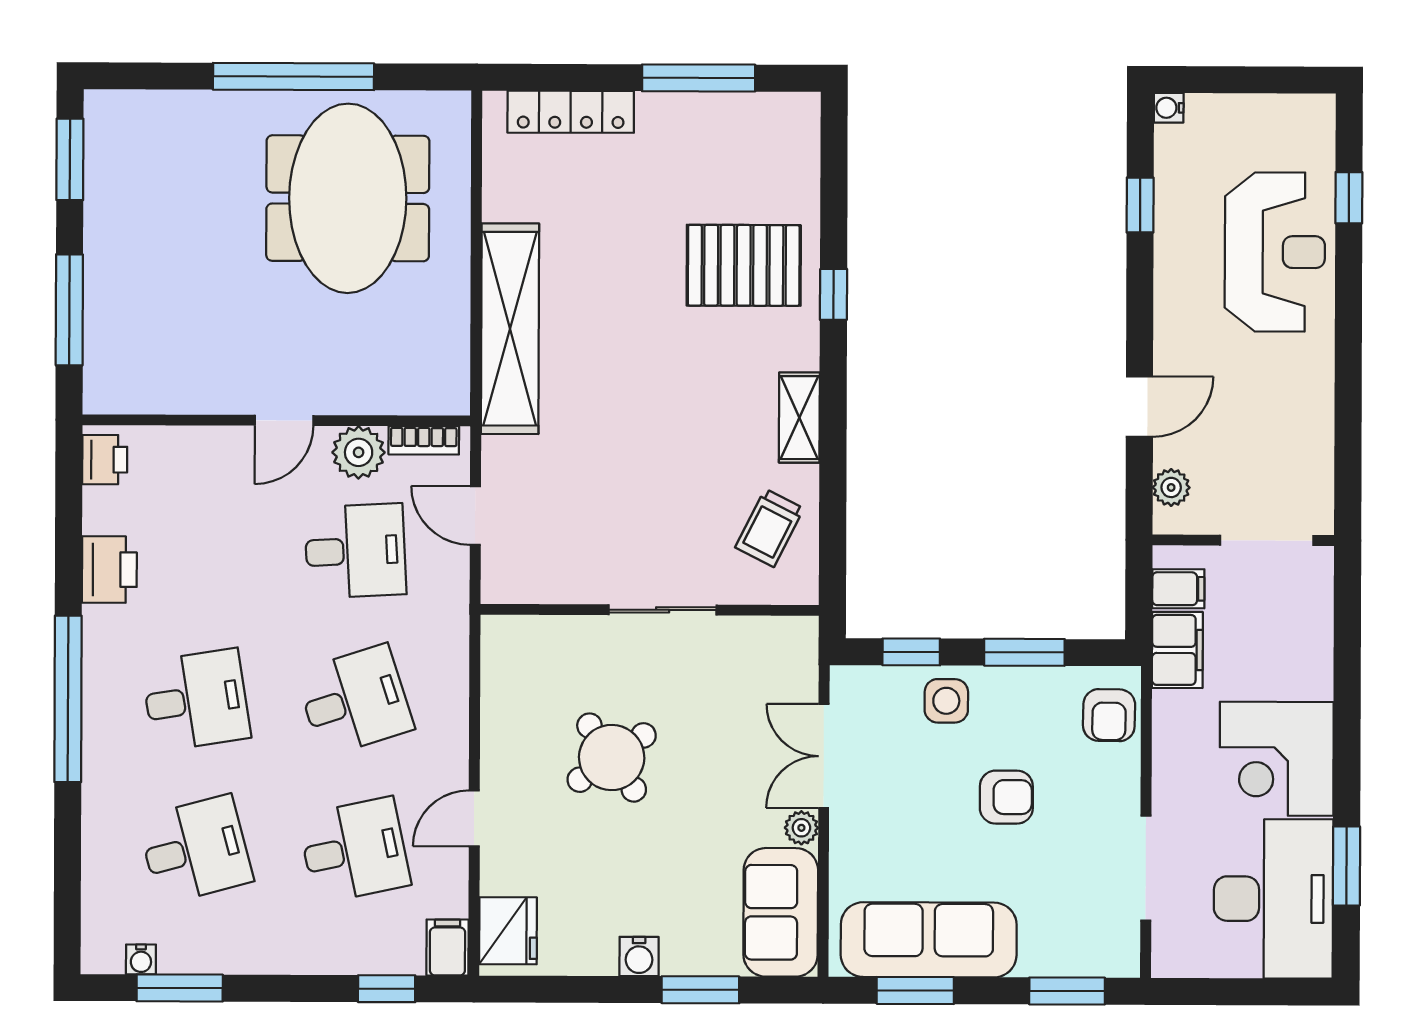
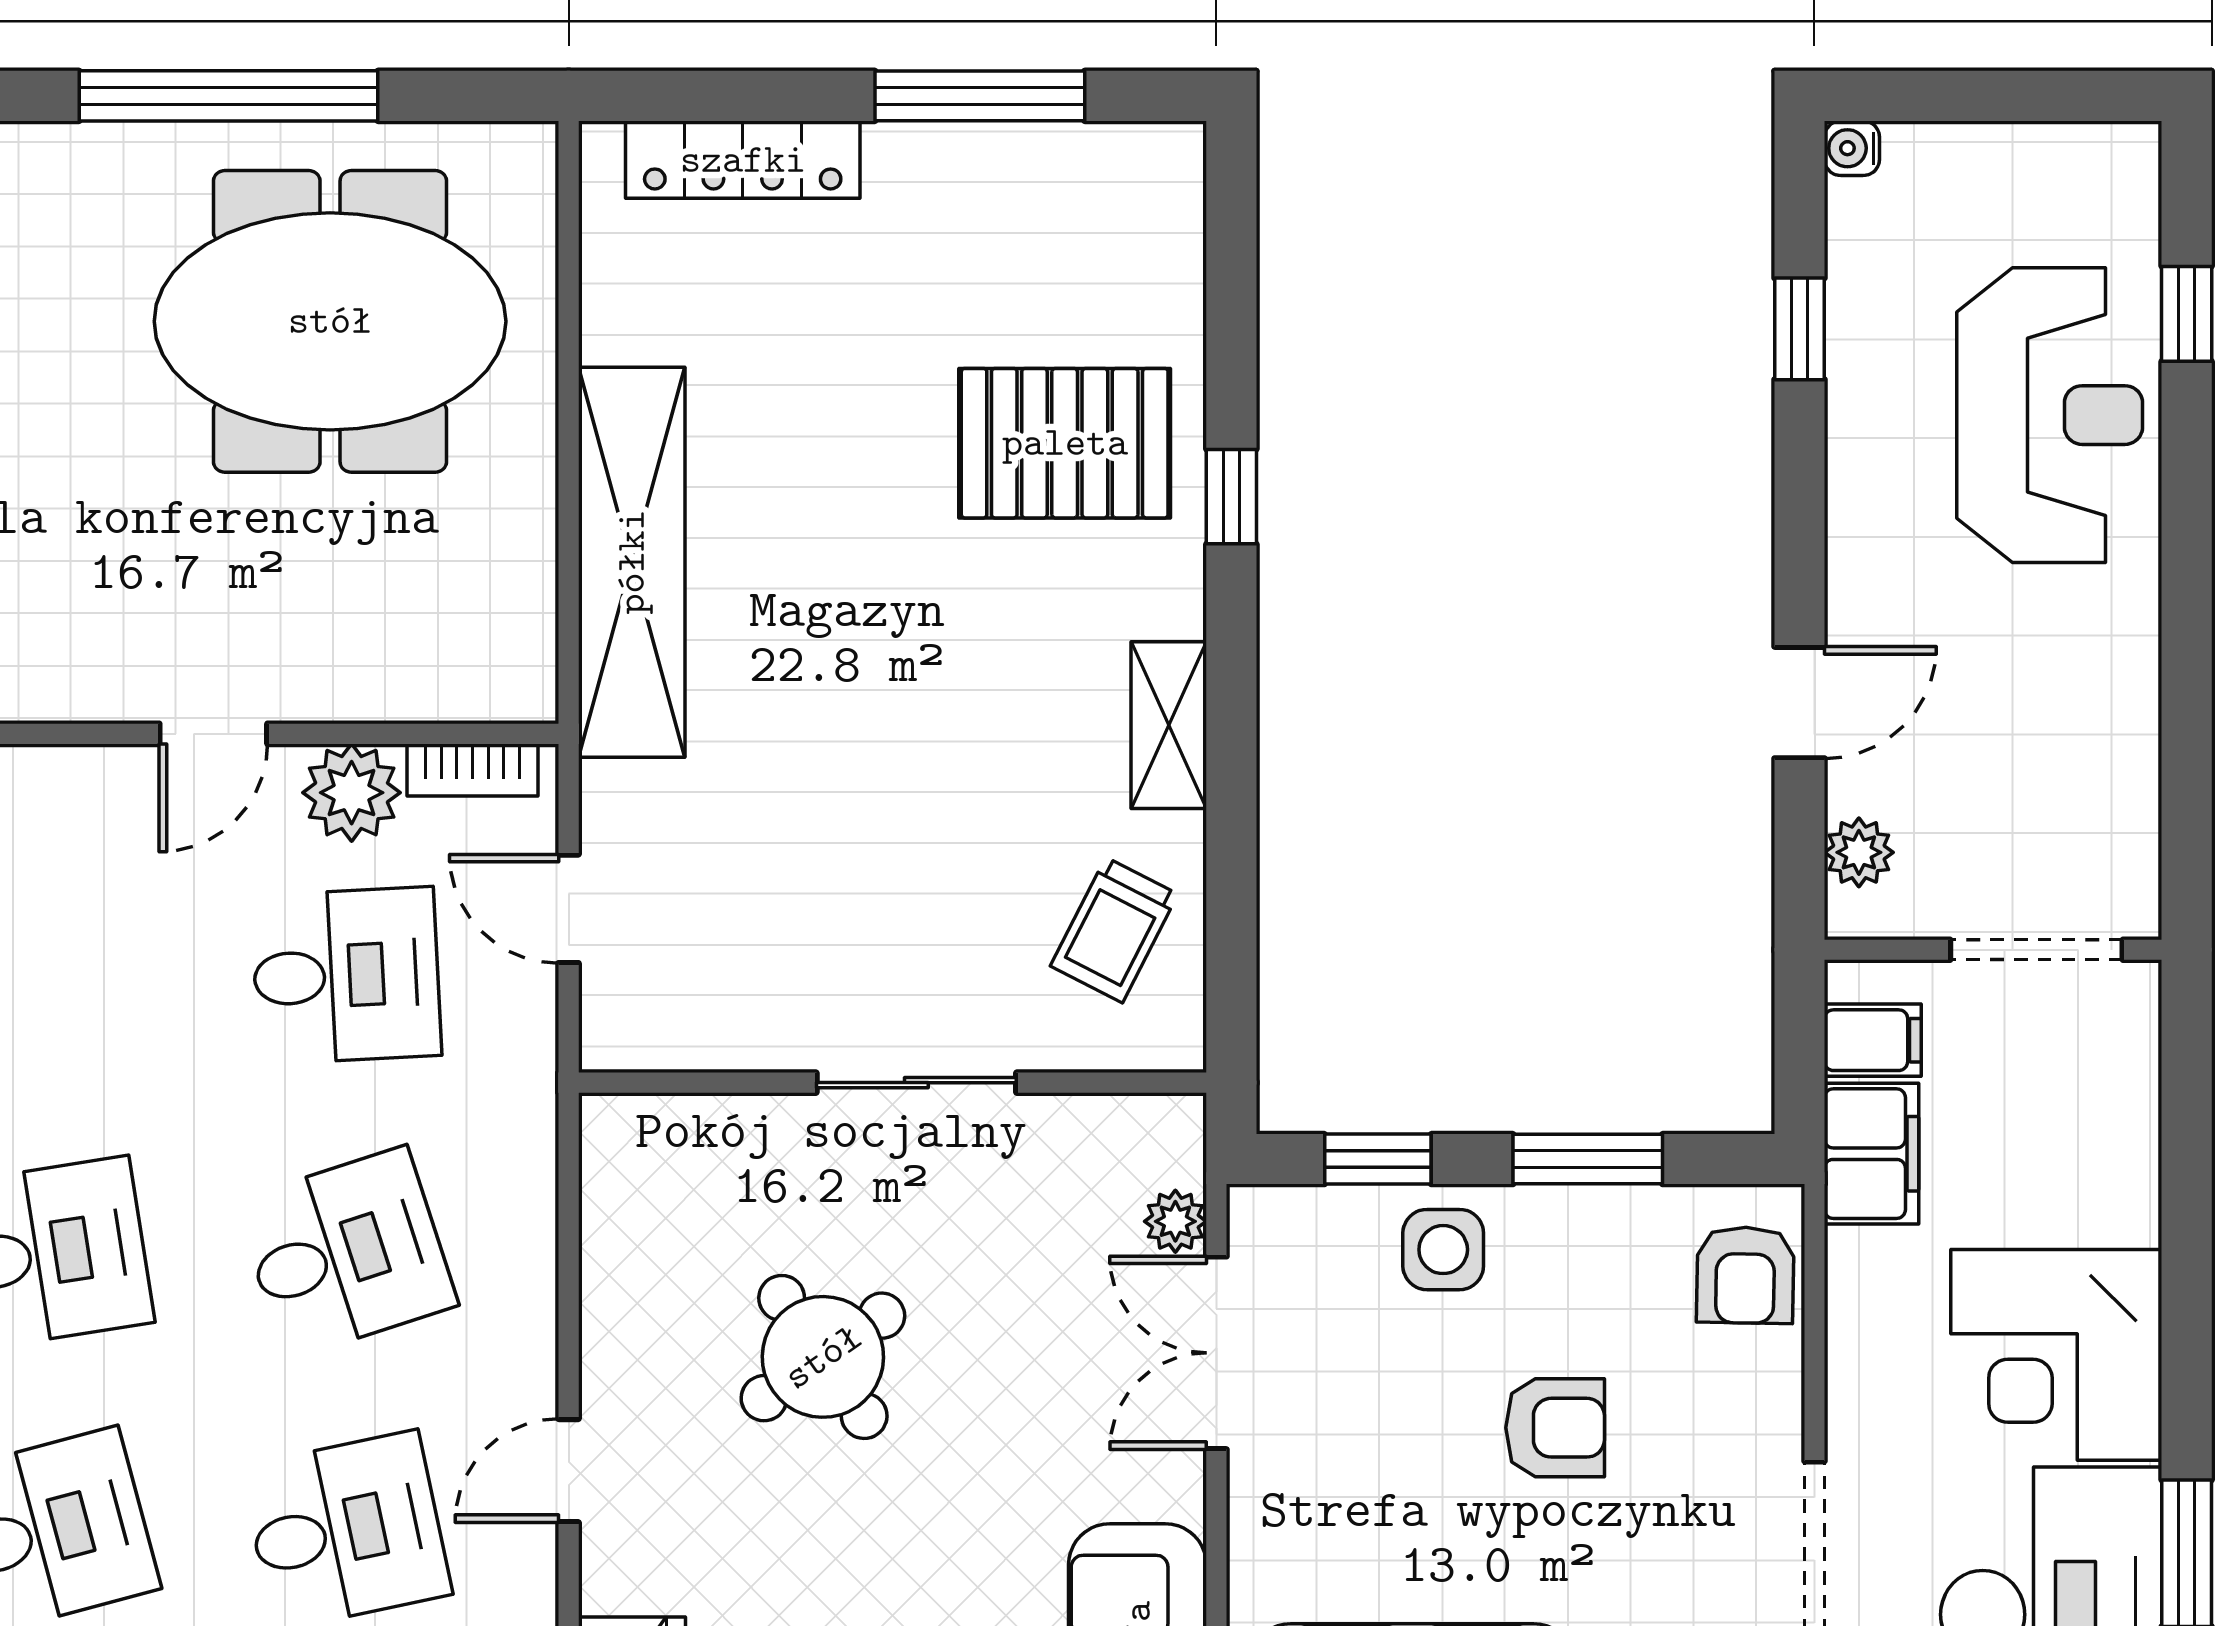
meeting table: (348, 198) -> (330, 321), turned 90
plant: (801, 828) -> (1175, 1221), moved

